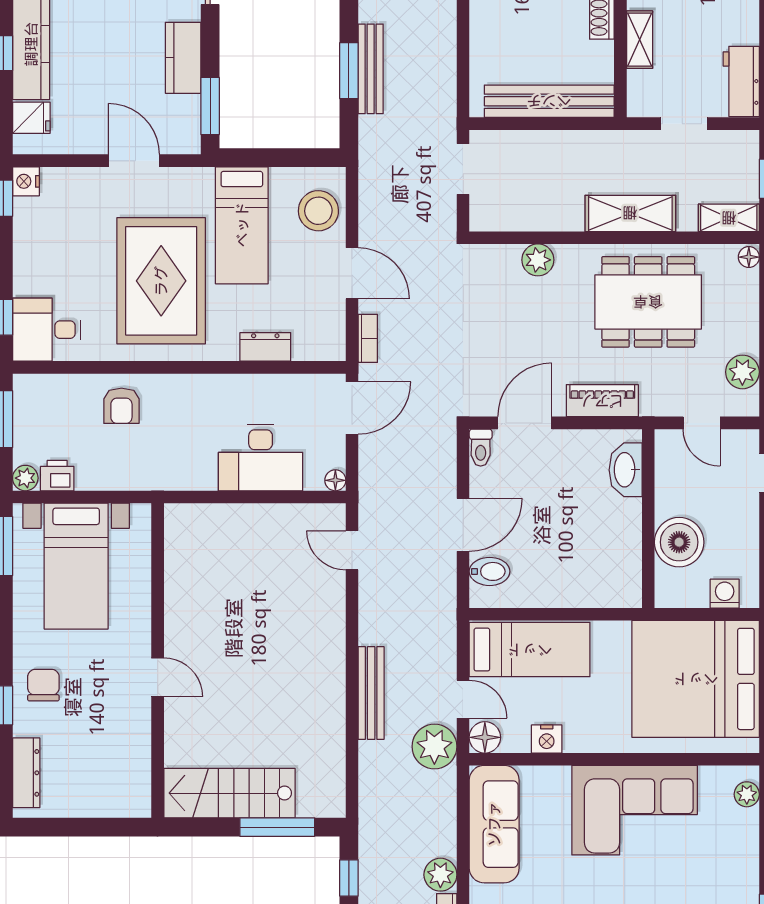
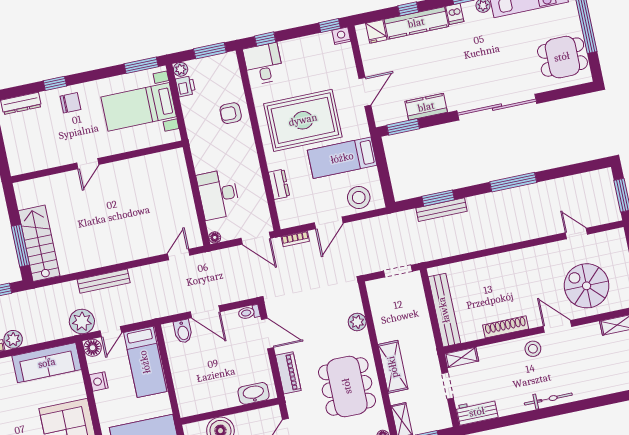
shelving: (640, 40) -> (462, 357), moved
stairs: (229, 793) -> (39, 243), moved

